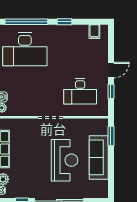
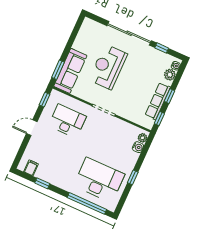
window: (65, 22) -> (42, 183), moved
window: (111, 91) -> (44, 100), moved
sofa: (99, 157) -> (70, 71), moved

